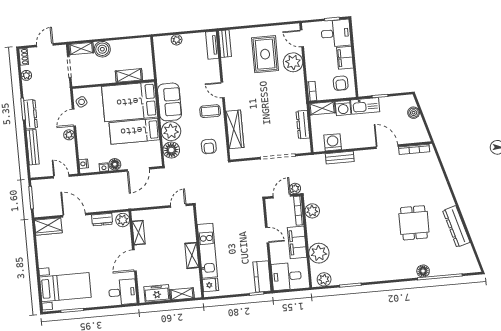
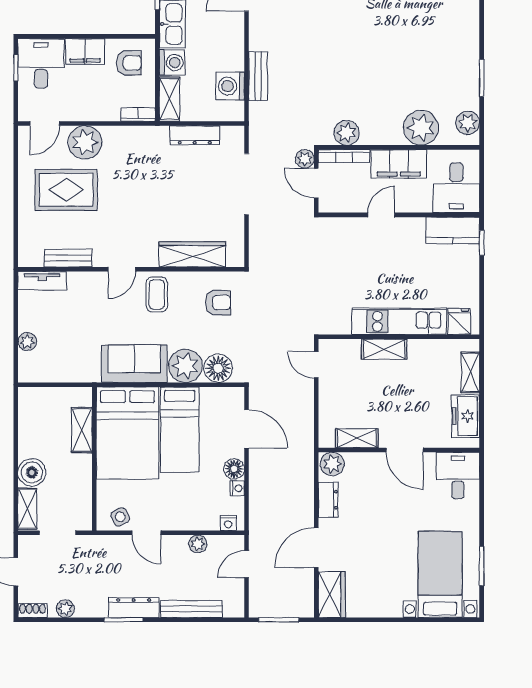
bench: (225, 44) -> (68, 258), moved
plant: (69, 135) -> (198, 544), moved
shelving: (192, 255) -> (384, 349), moved

